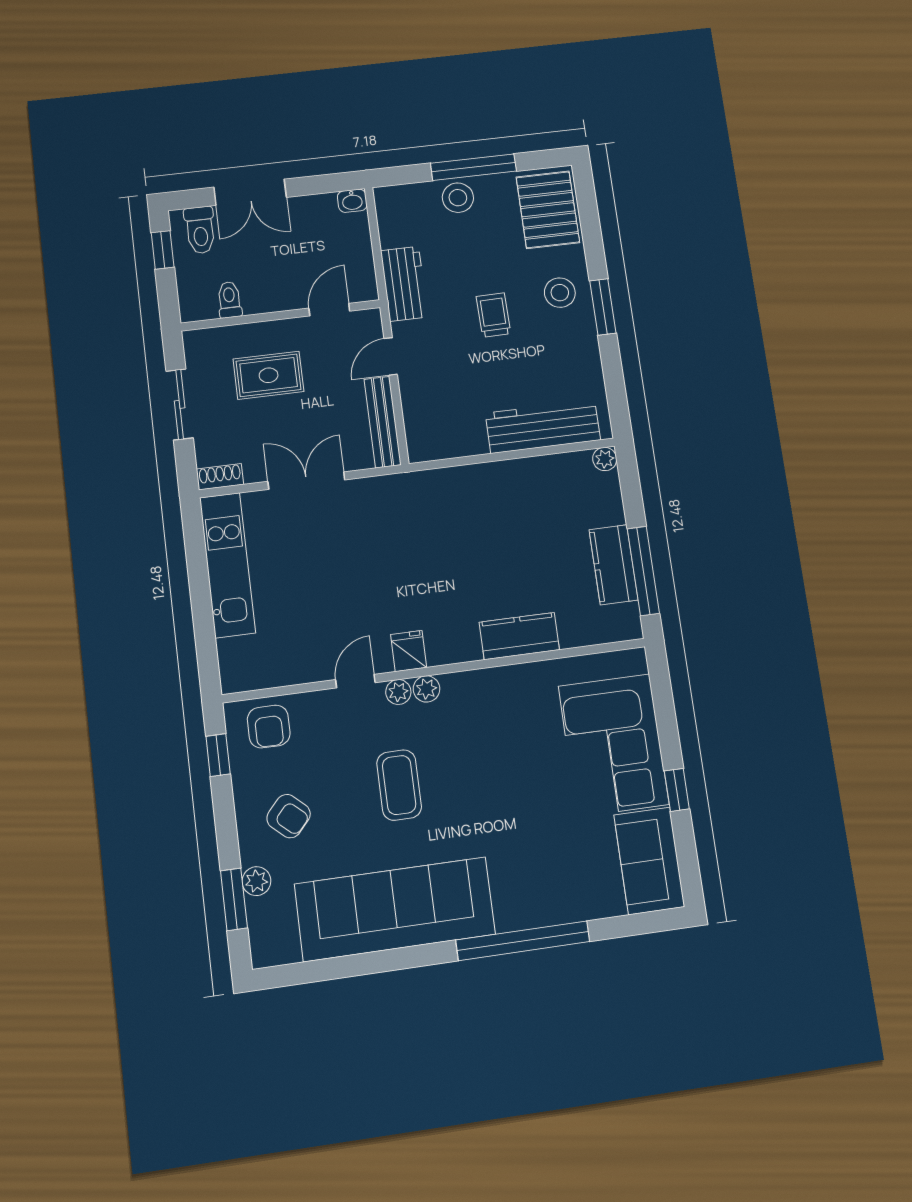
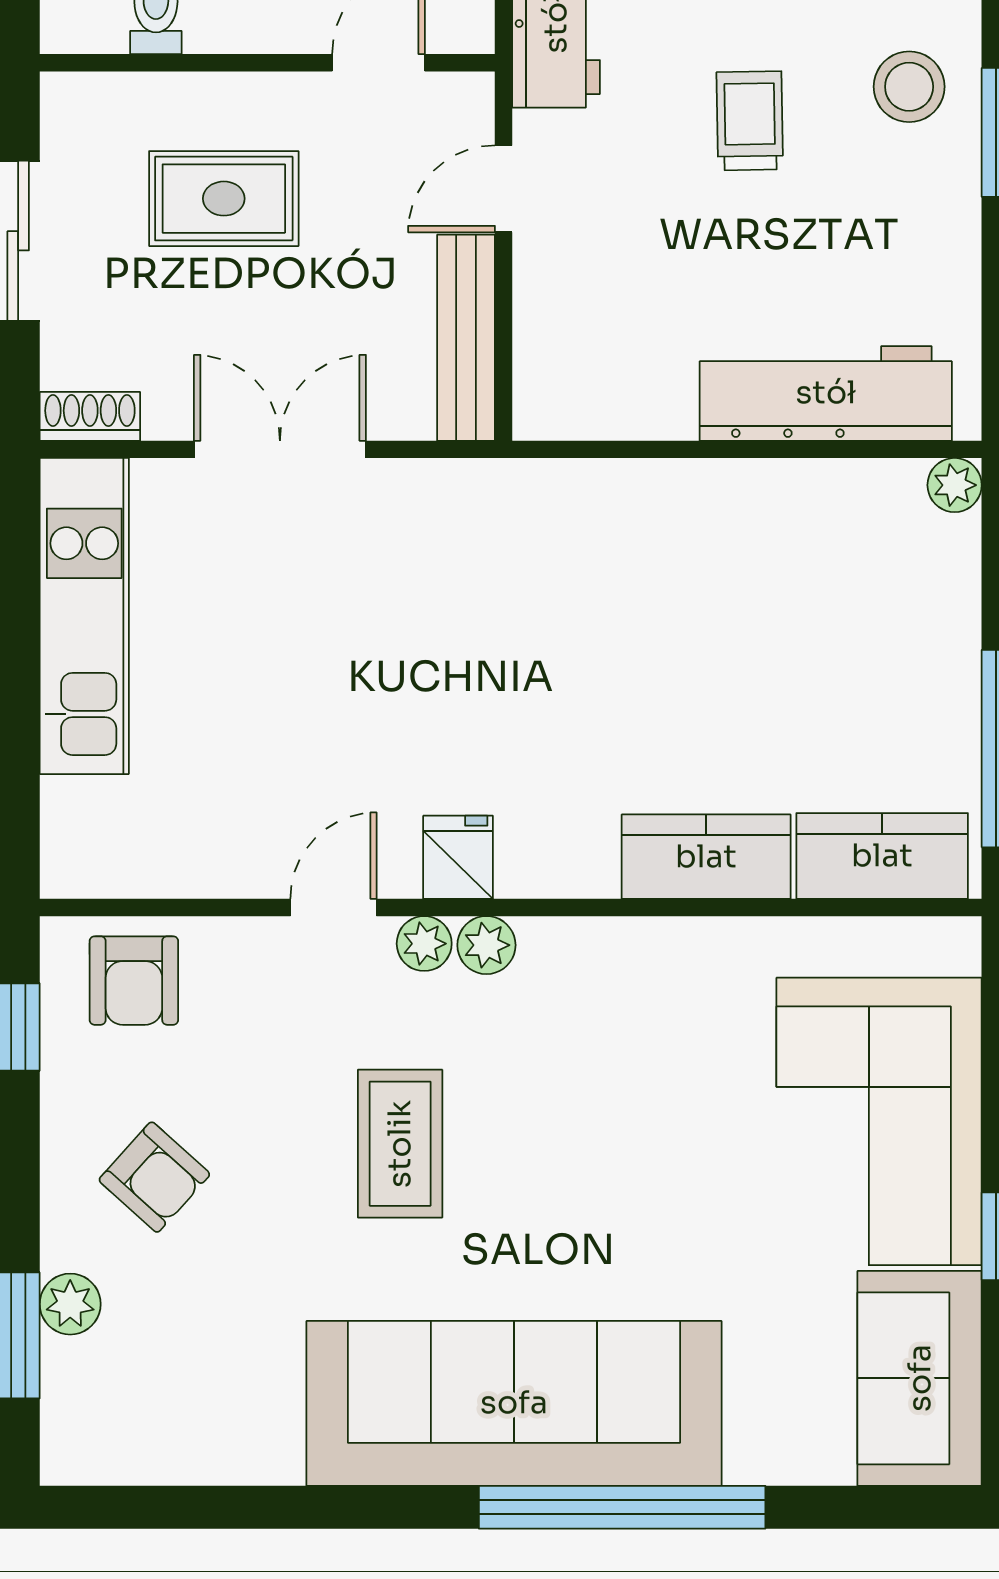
kitchen counter: (614, 565) -> (882, 856), moved, turned 90
sofa: (395, 909) -> (514, 1403), moved

